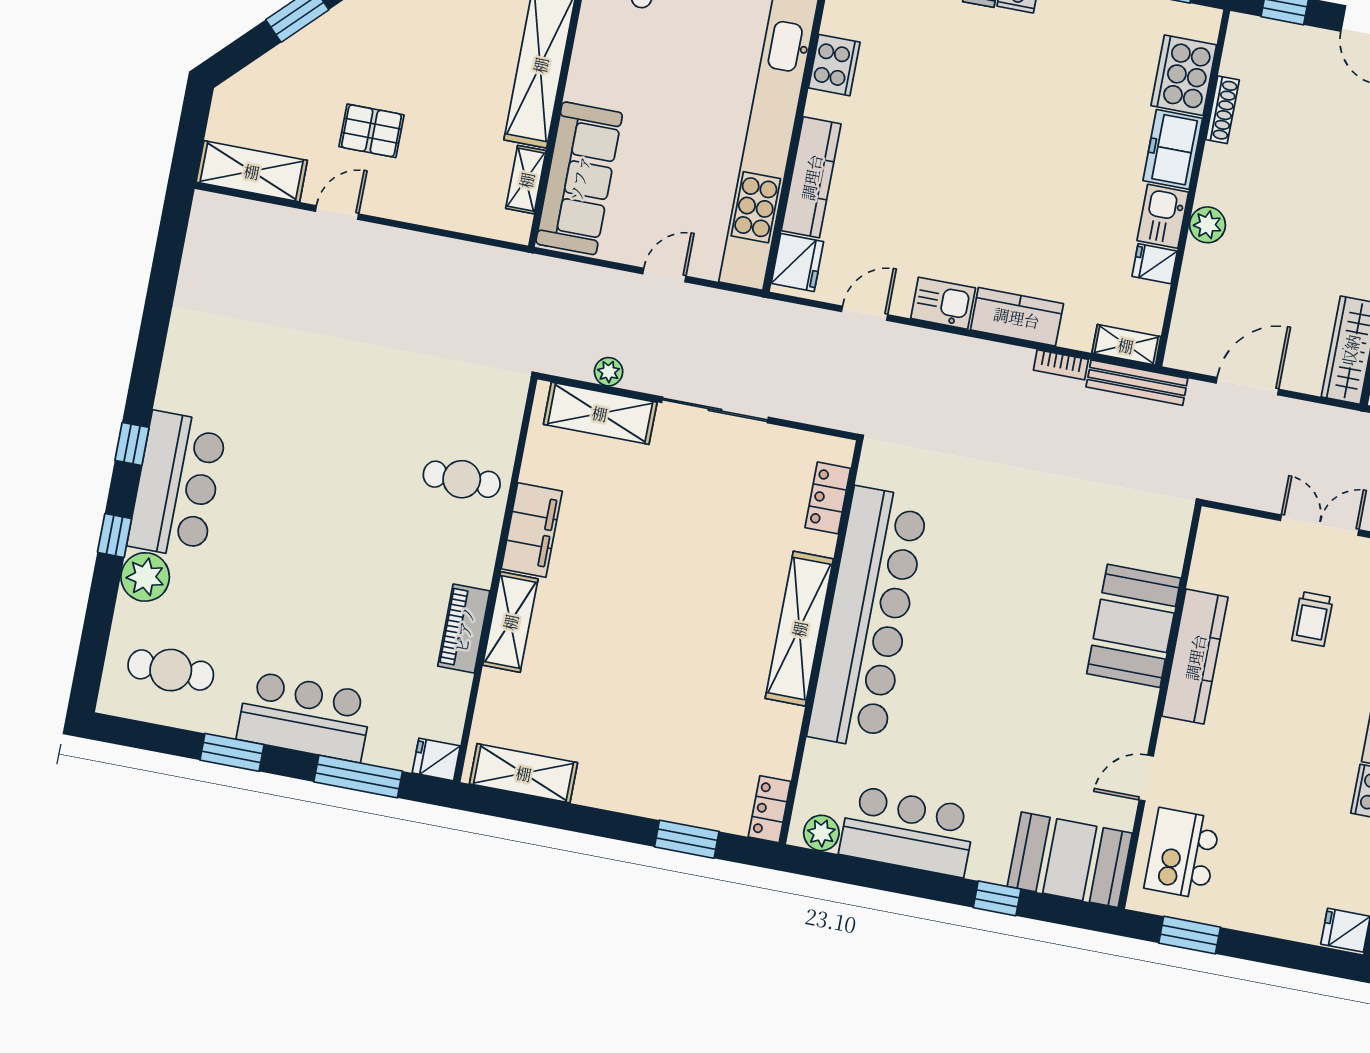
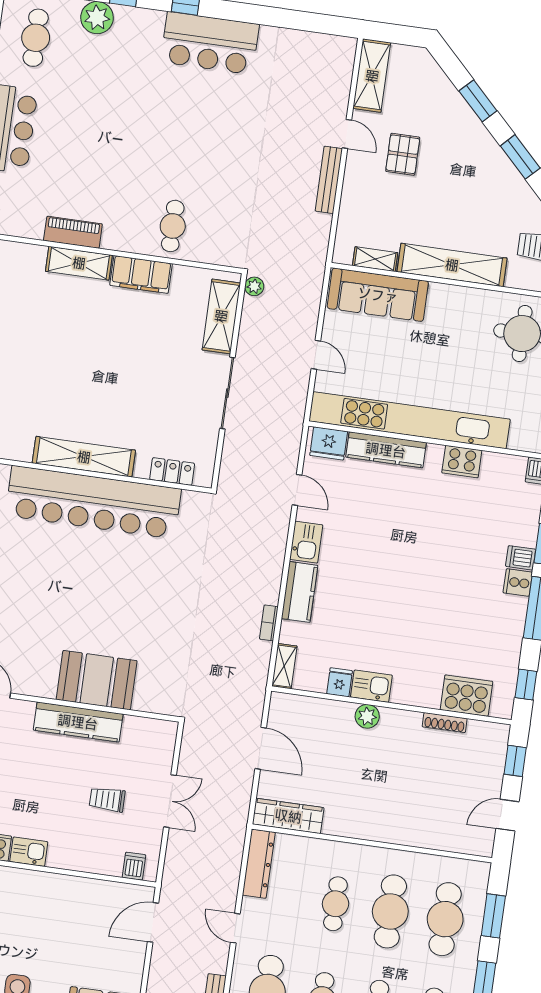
freezer: (1173, 149) -> (416, 691), removed
plant: (609, 372) -> (254, 286), moved
bench: (1137, 383) -> (329, 180), moved
bar counter: (177, 485) -> (210, 43), moved

